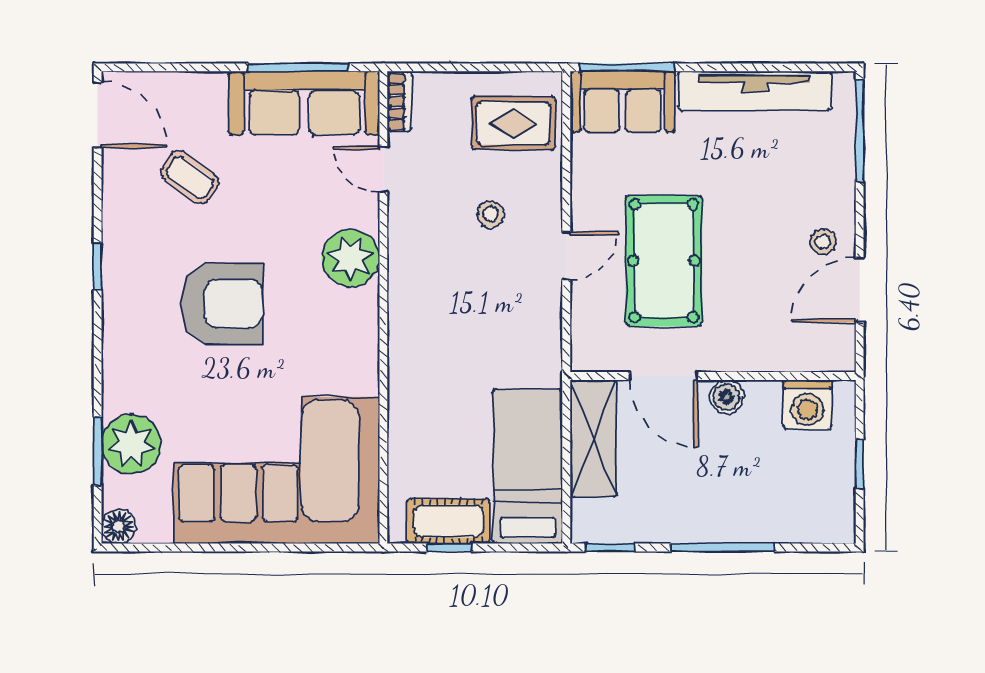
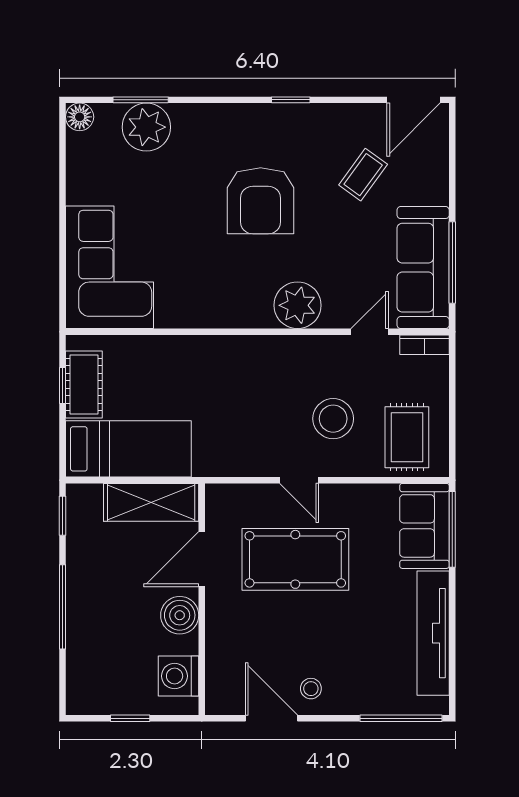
stool: (490, 214) -> (333, 419), width x1.89, depth x1.89
boiler: (726, 397) -> (180, 615), width x1.36, depth x1.36
corner sofa: (276, 470) -> (109, 267), width x0.73, depth x0.74

